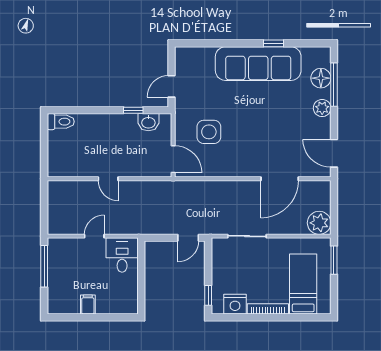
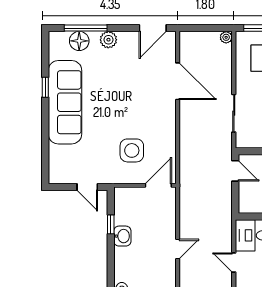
washbasin: (148, 122) -> (122, 236), moved
plant: (319, 223) -> (226, 37), width x0.53, depth x0.53

